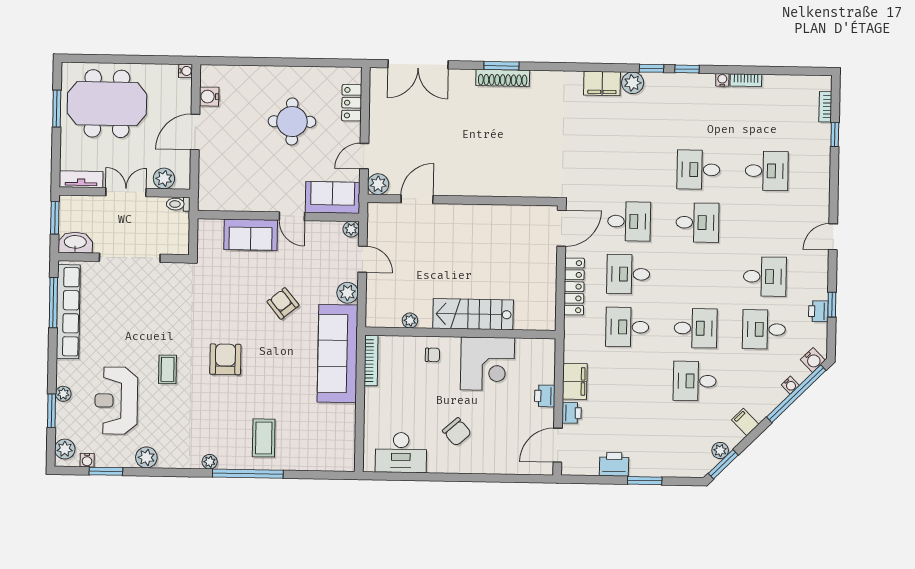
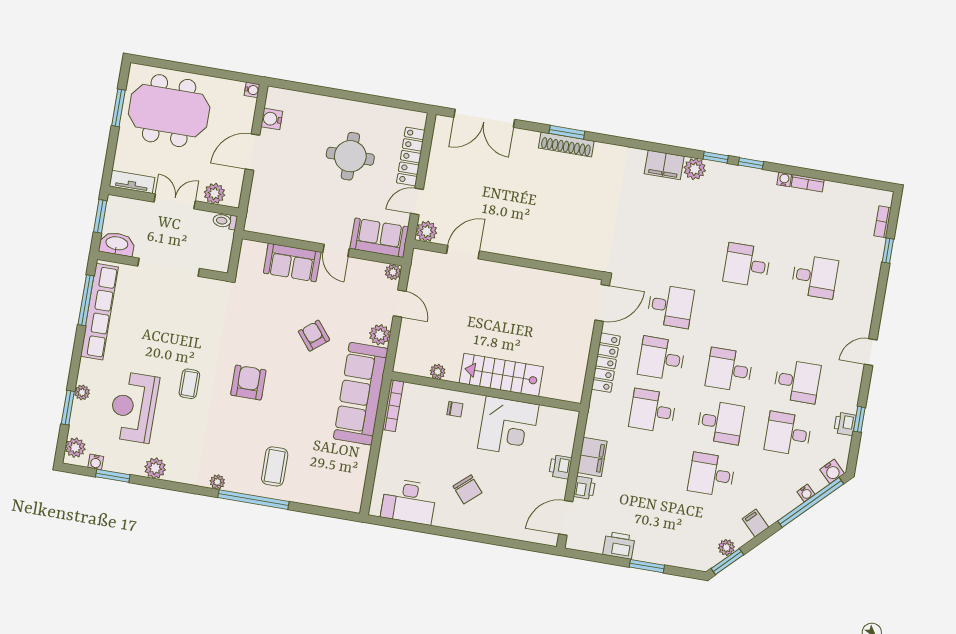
locker: (352, 103) -> (411, 157), width x1.53
desk: (697, 223) -> (729, 370), moved, turned 180

